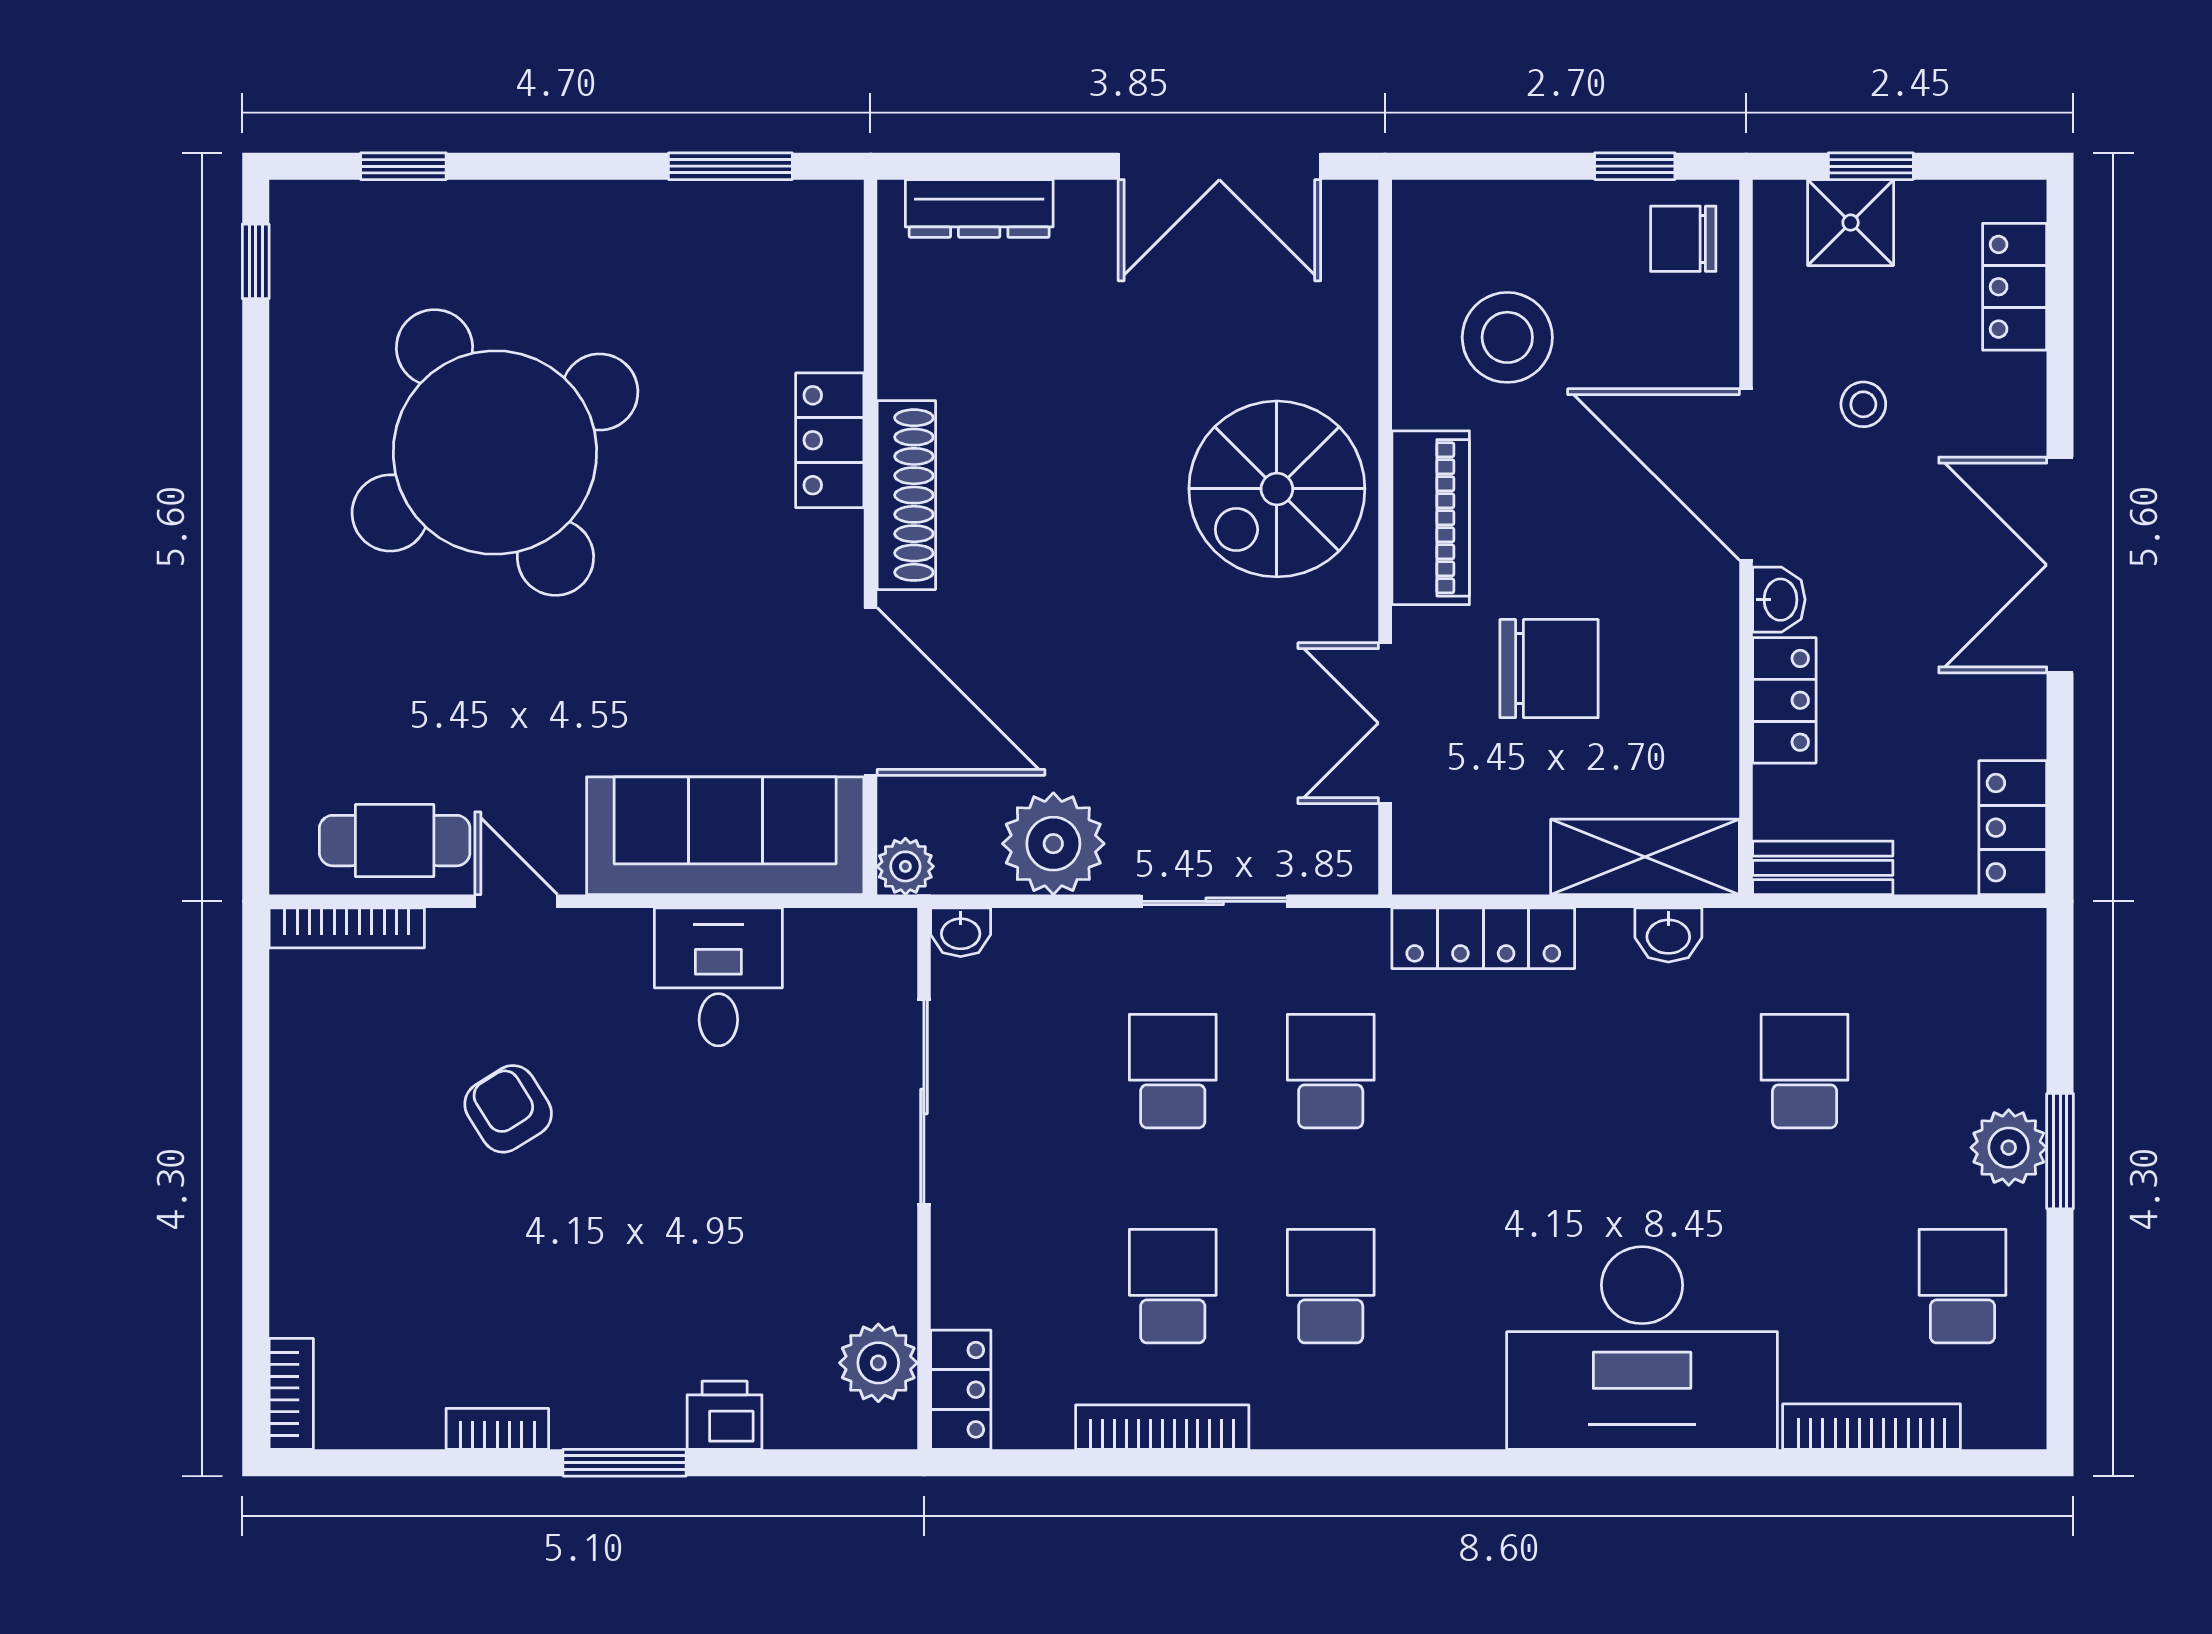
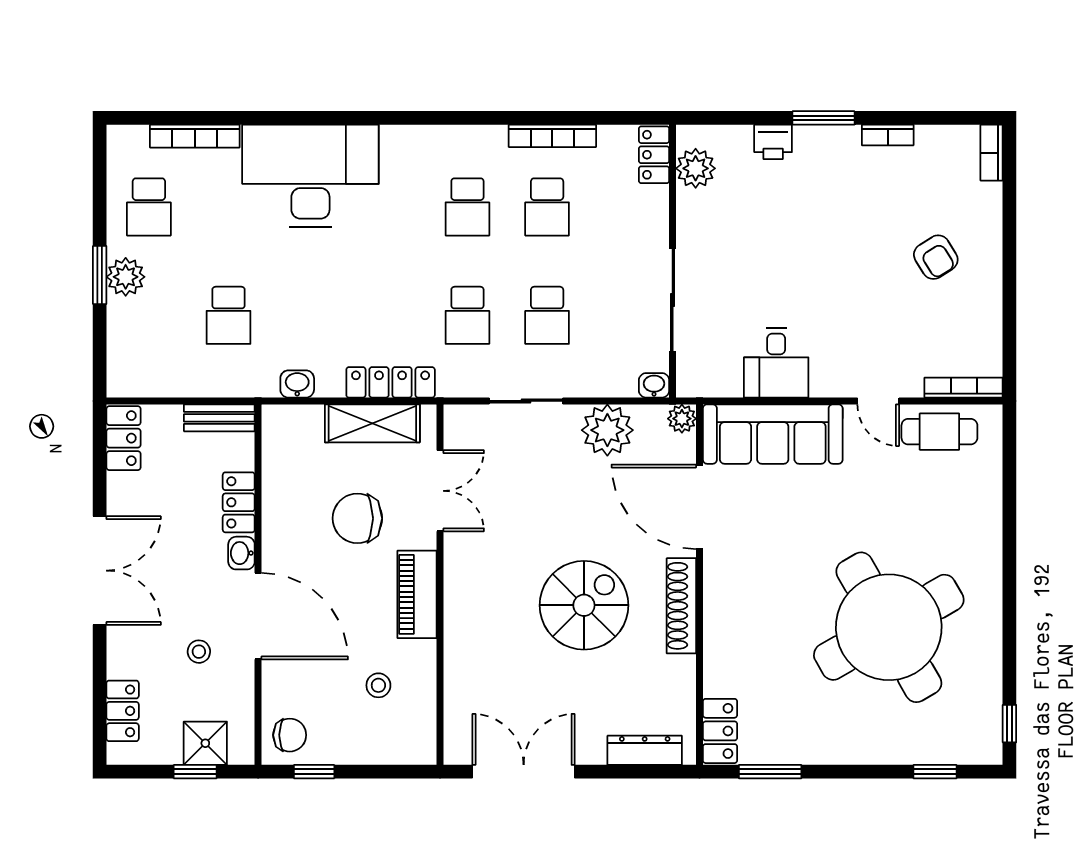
stool: (1507, 337) -> (378, 685), width x0.53, depth x0.53
locker: (830, 440) -> (720, 731), moved
spiral stairs: (1277, 489) -> (584, 605), moved
shelving: (1645, 857) -> (372, 423), moved
armchair: (508, 1109) -> (936, 257), moved

